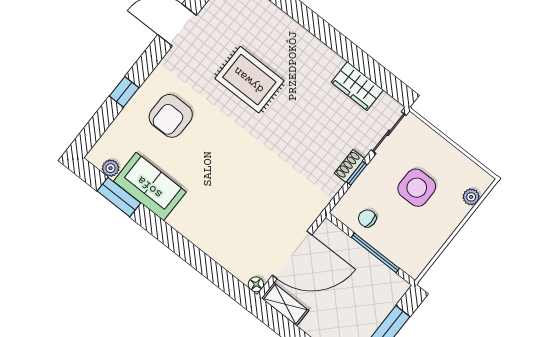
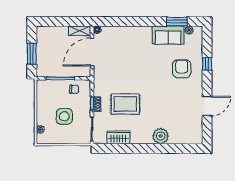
plant: (288, 35) -> (161, 136), added
rug: (249, 80) -> (125, 104), moved

